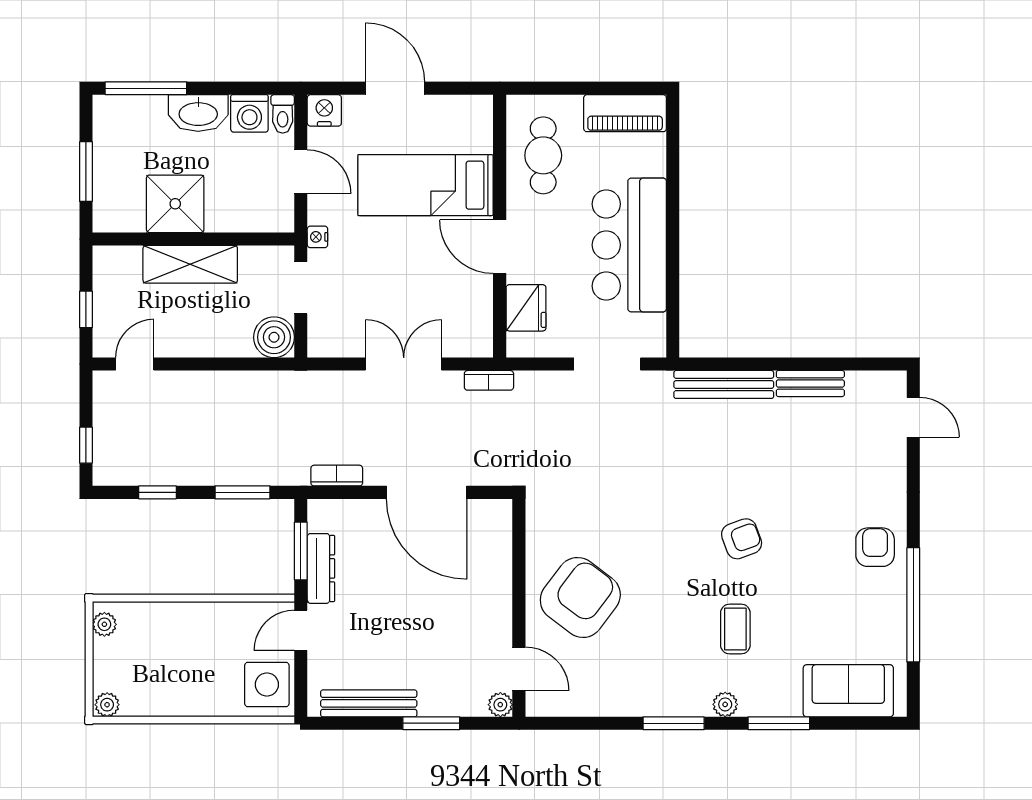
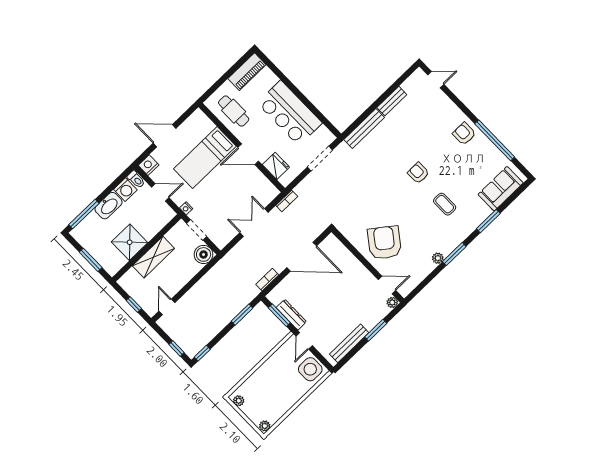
window: (157, 492) -> (202, 353), moved
armchair: (742, 539) -> (418, 173), turned -70
plant: (725, 704) -> (438, 258), moved

